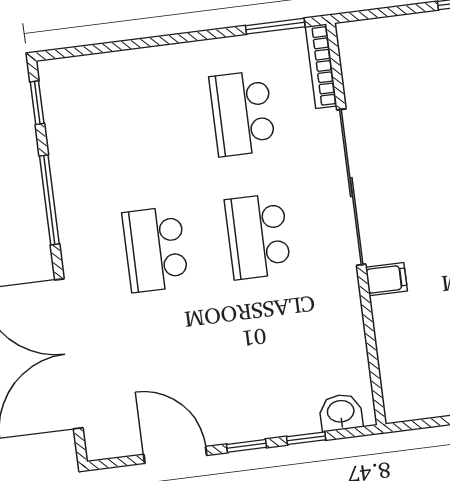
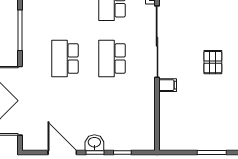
washbasin: (341, 412) -> (94, 143), moved

